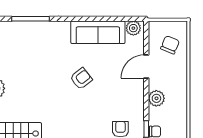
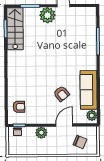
door: (146, 67) -> (64, 125), hinge flipped
armchair: (81, 79) -> (61, 94), moved

